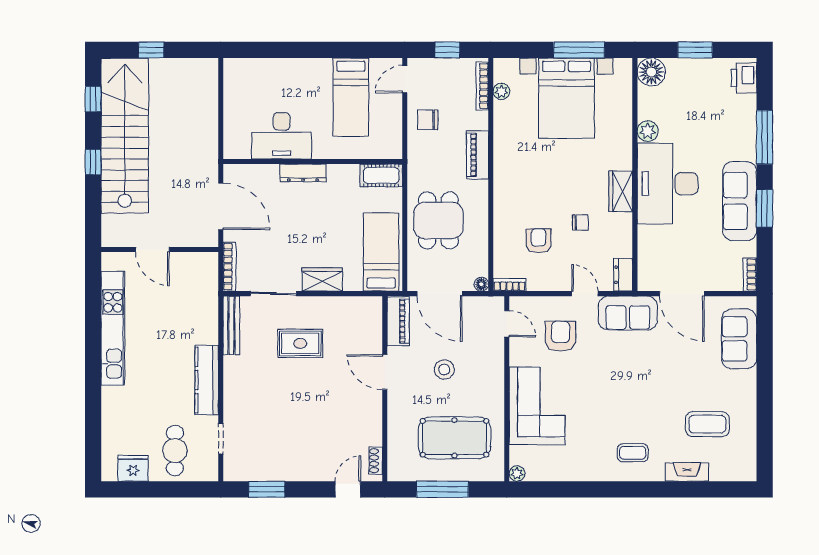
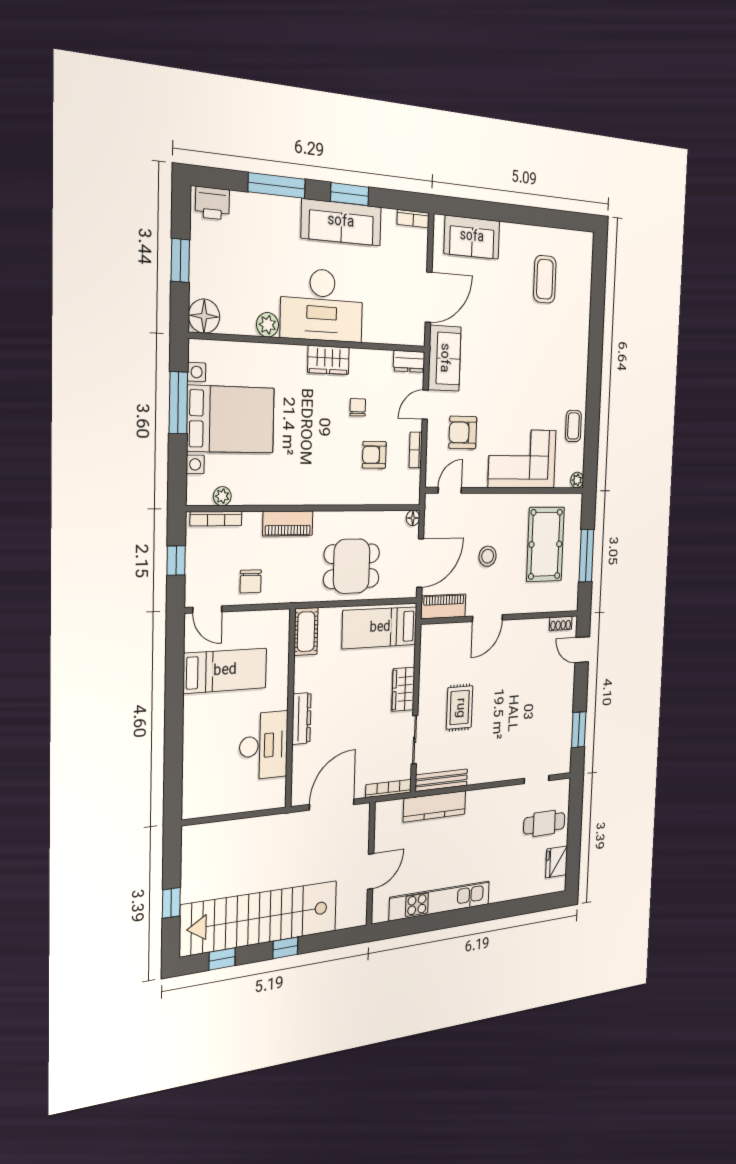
bookcase: (510, 285) -> (416, 450), moved
kitchen counter: (207, 380) -> (435, 806), moved
coffee table: (633, 453) -> (573, 426), moved
fireplace: (687, 472) -> (583, 304), removed

